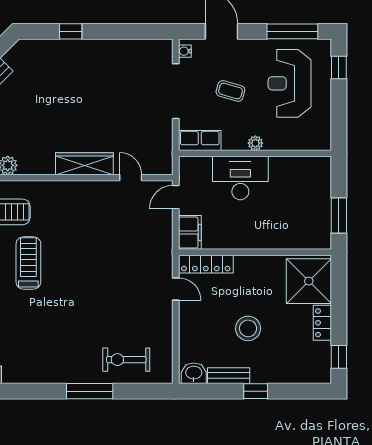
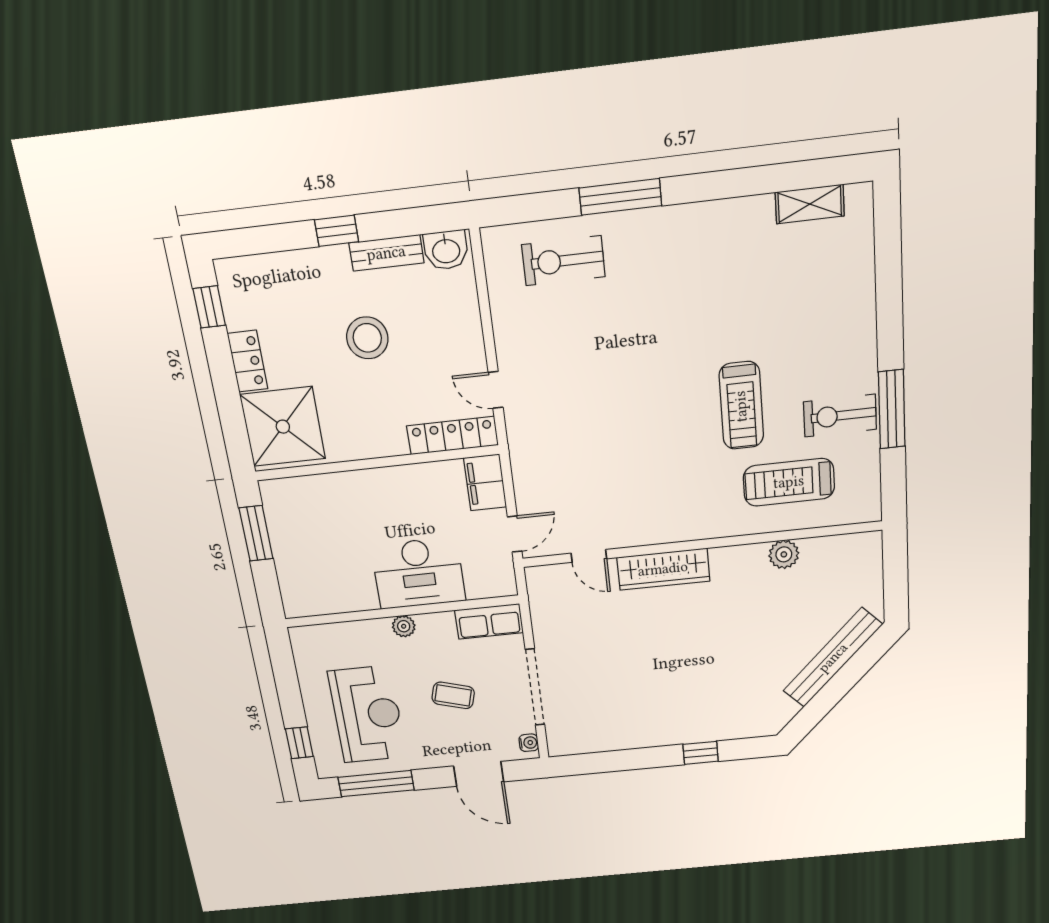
exercise bike: (126, 360) -> (563, 261), turned 180

